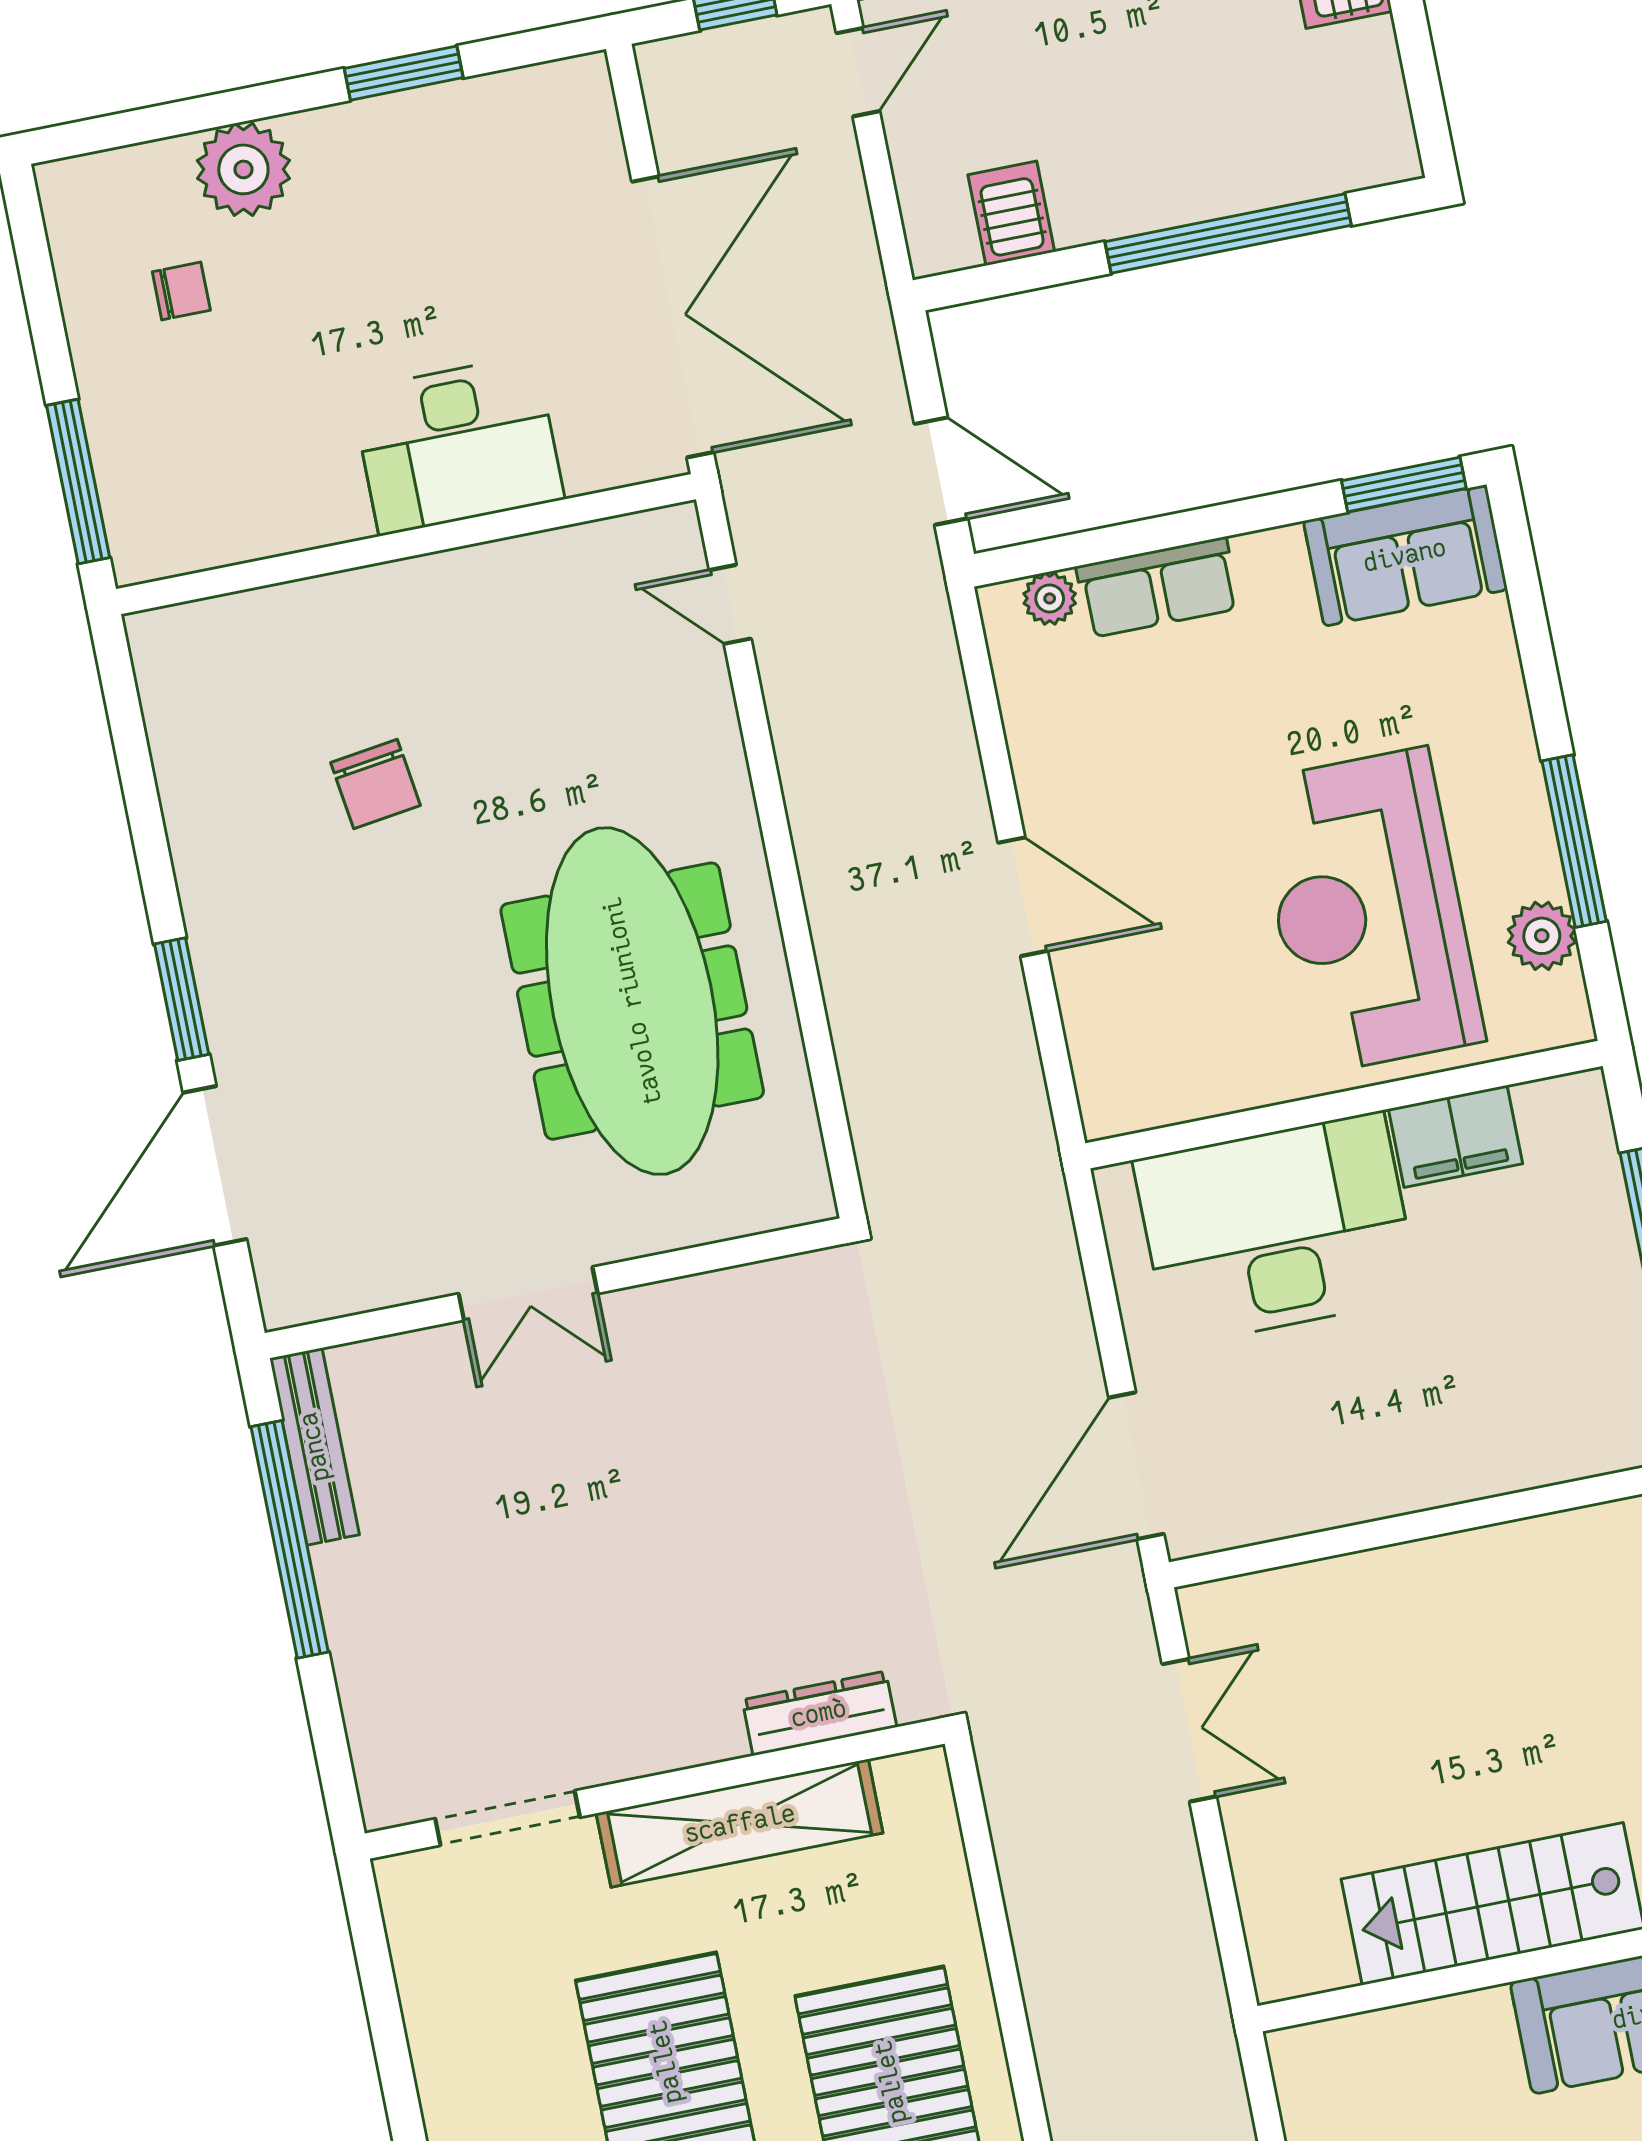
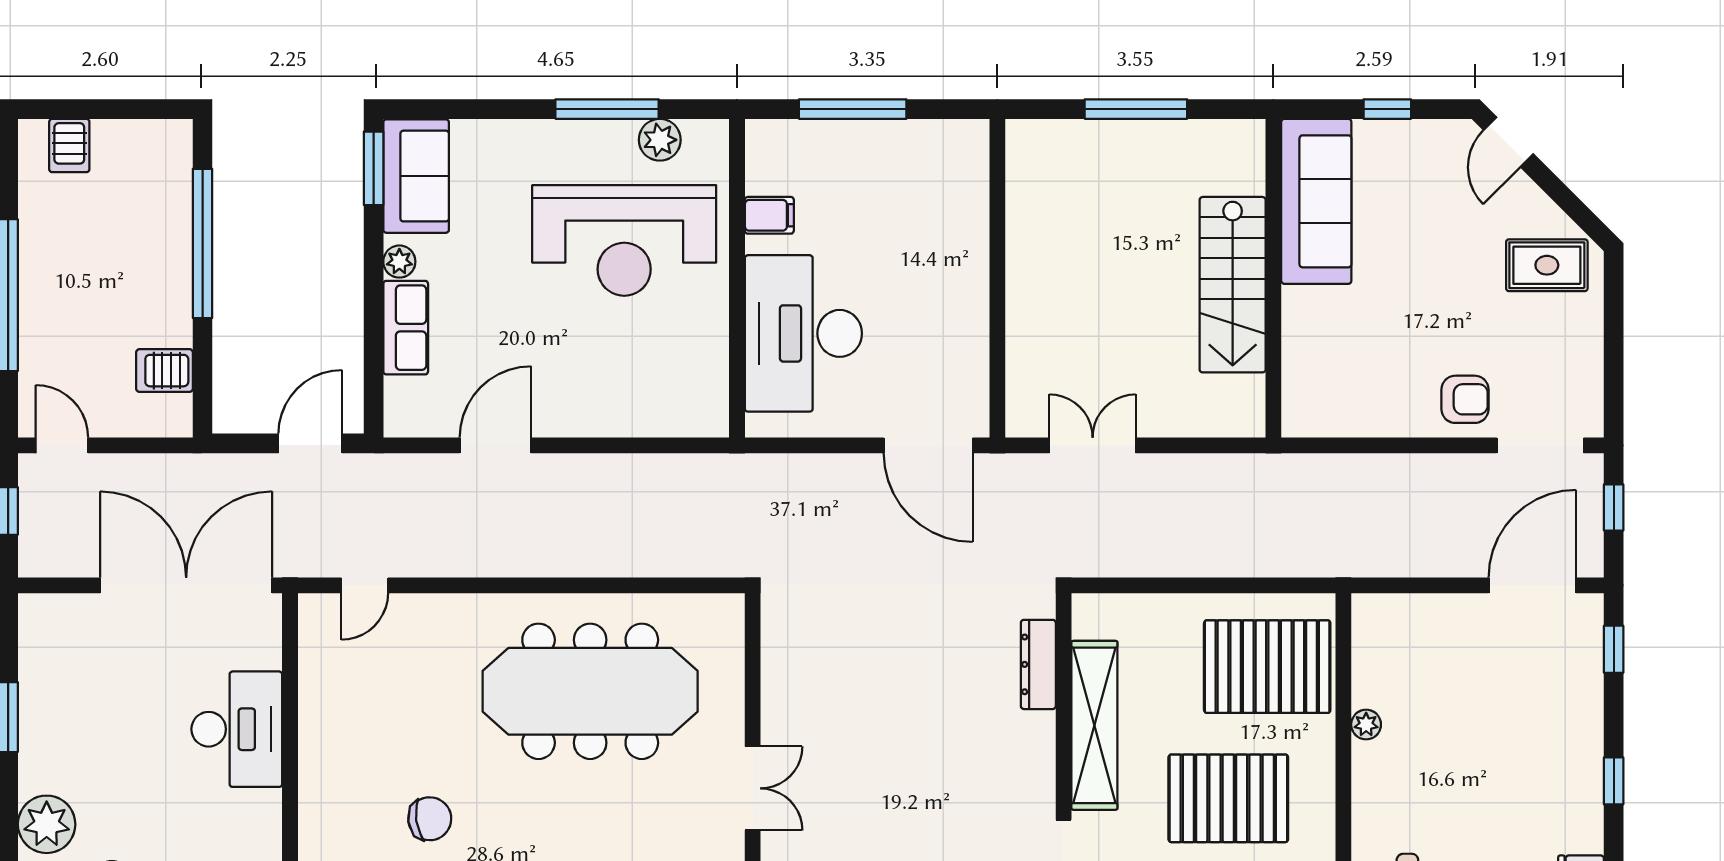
plant: (1050, 598) -> (399, 262), moved
door: (1023, 897) -> (495, 445), moved
filing cabinet: (1456, 1136) -> (769, 215), width x0.50

